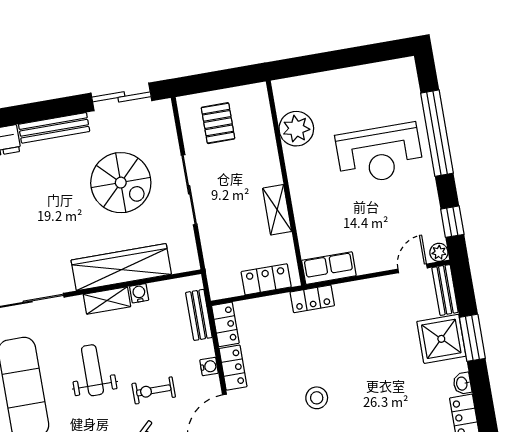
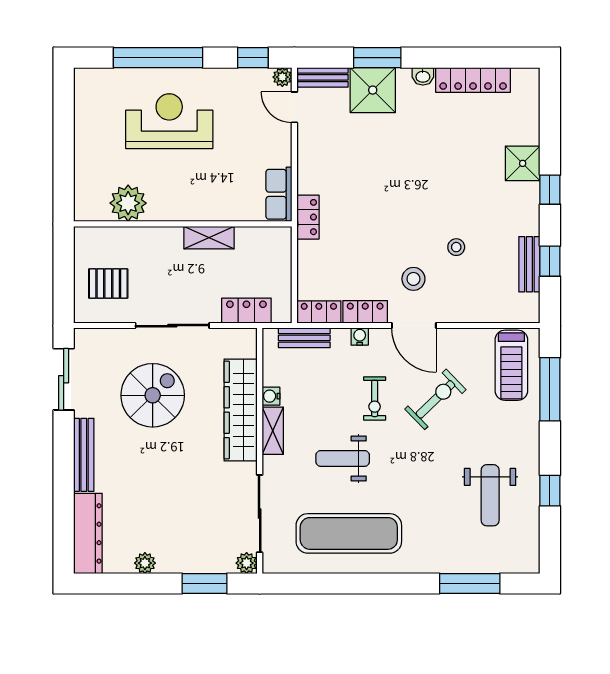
reception desk: (379, 154) -> (169, 121), turned -90
locker: (266, 279) -> (246, 311), moved, turned 90
stool: (317, 398) -> (413, 279), moved

